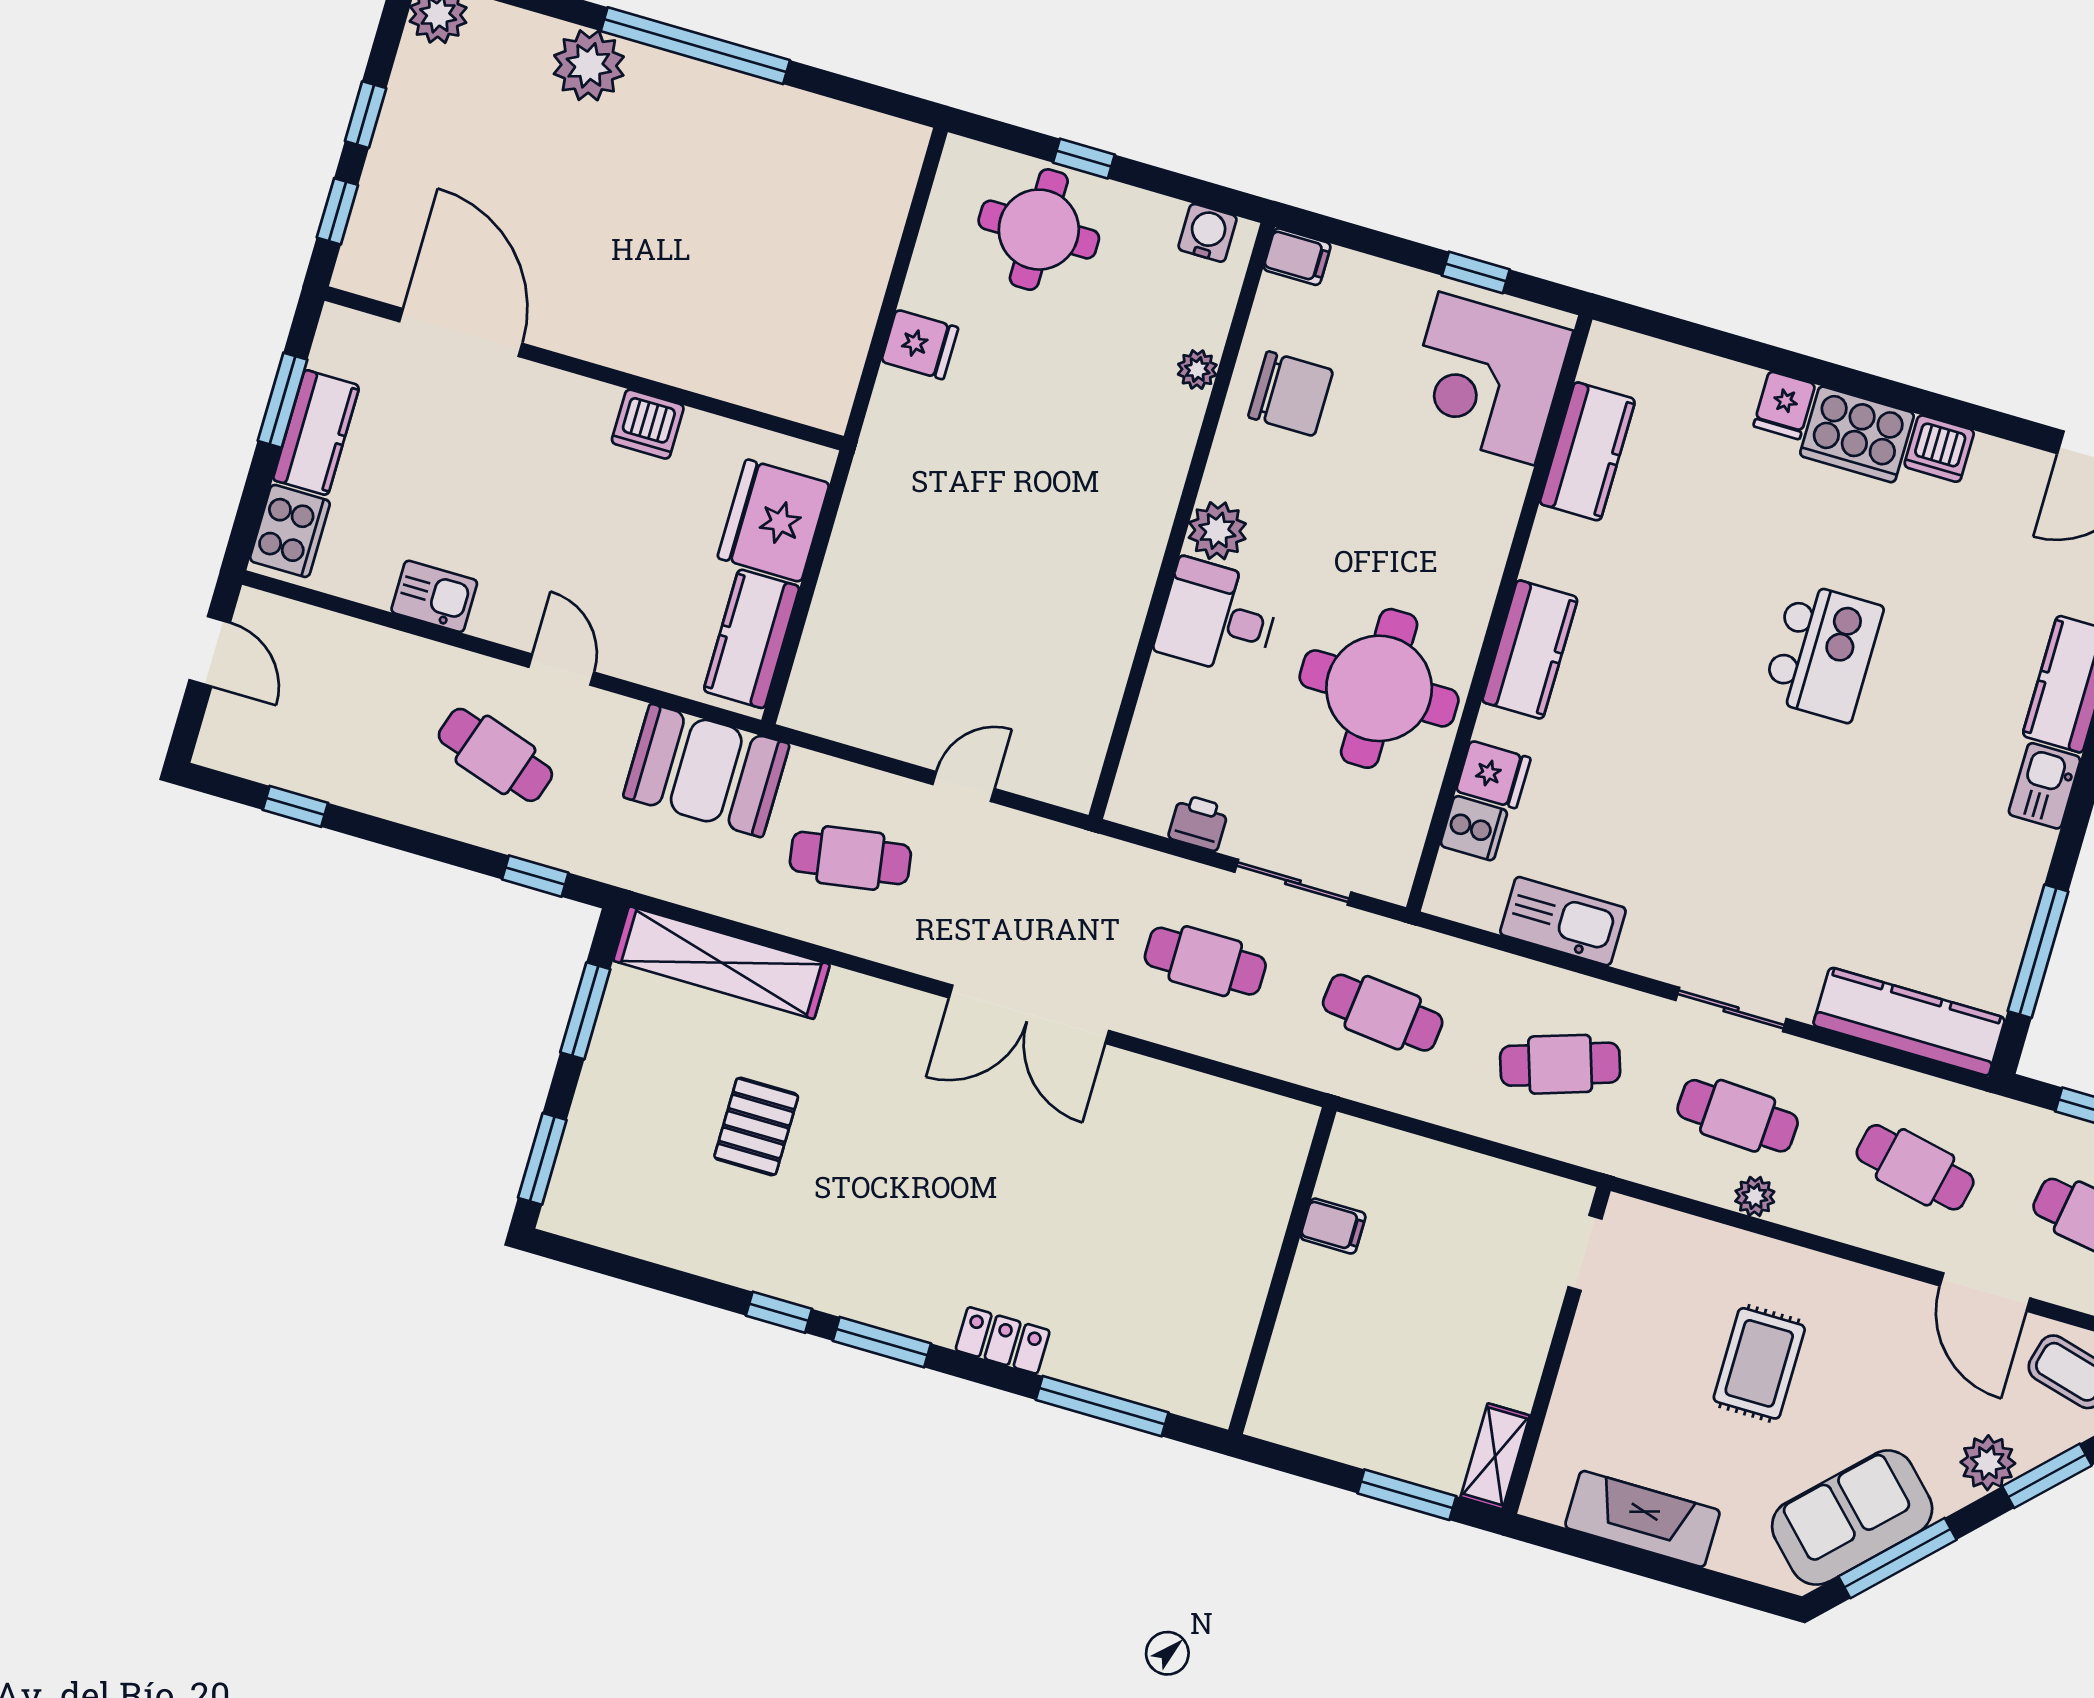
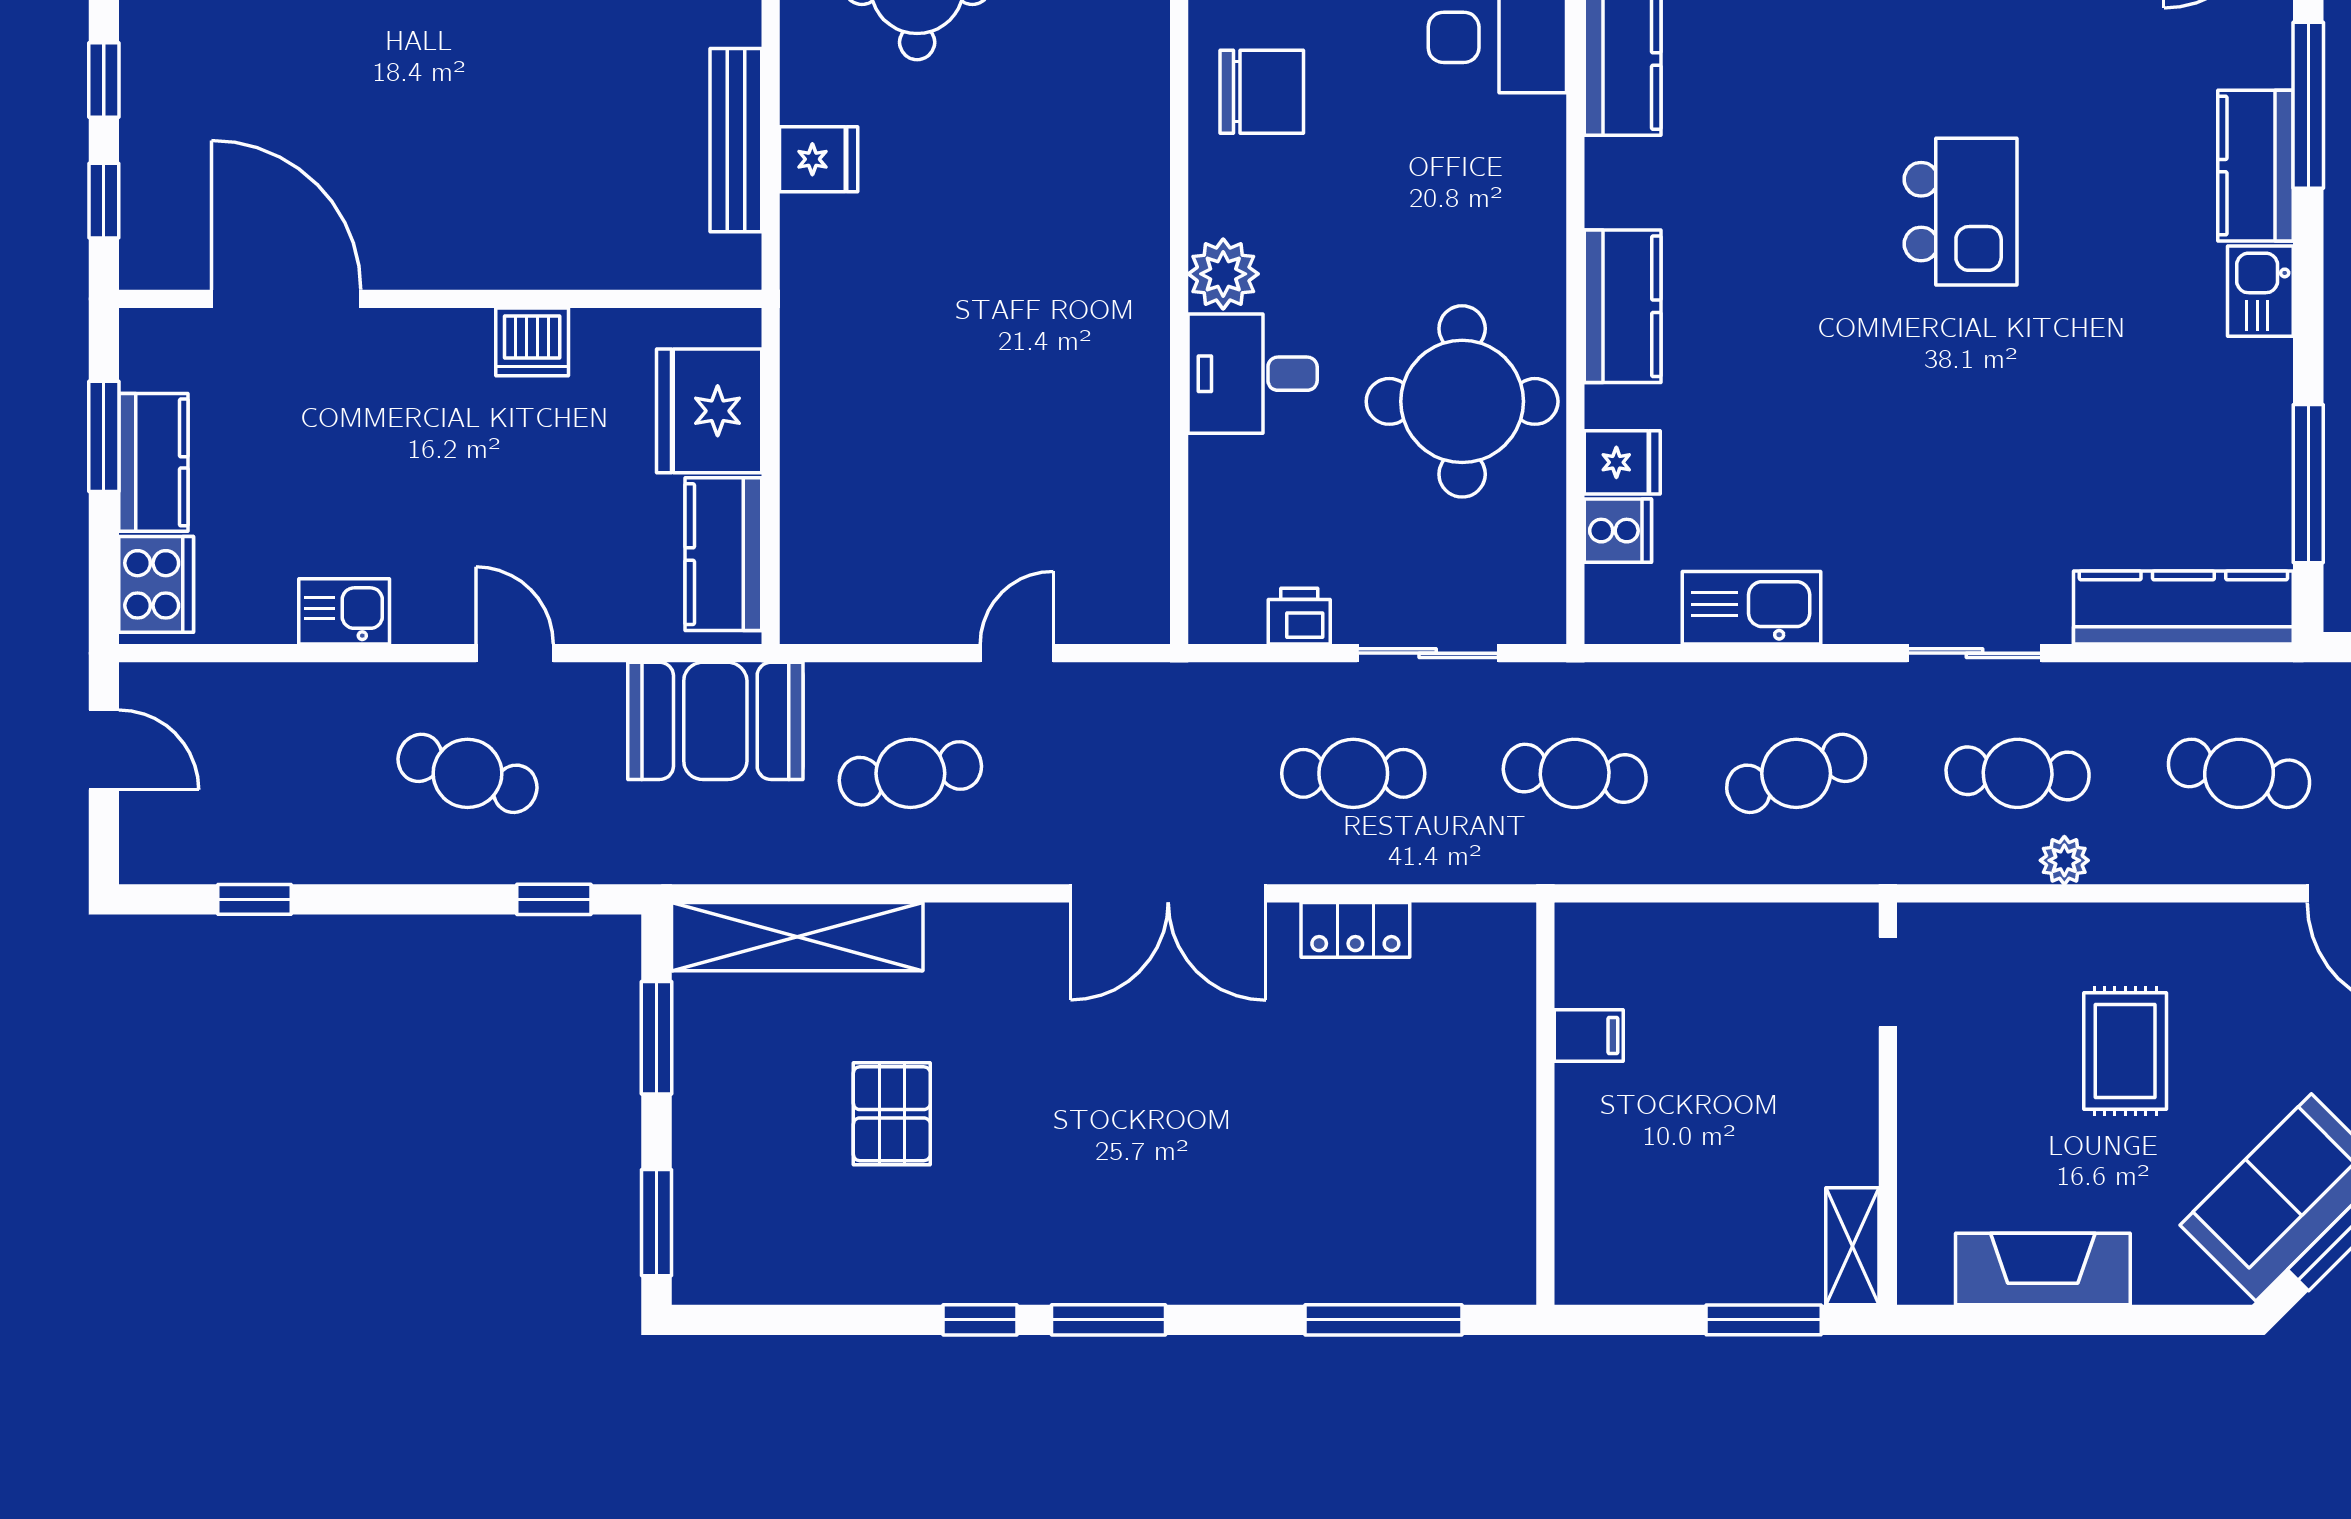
bench: (858, 310) -> (736, 140), added
plant: (1197, 370) -> (1146, 95), removed
locker: (1003, 1340) -> (1355, 930), moved, turned 180

